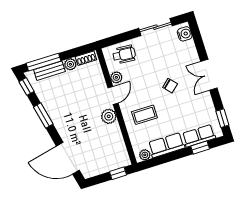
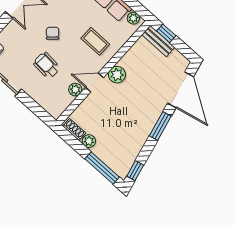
wheelchair: (124, 54) -> (47, 65), moved
bench: (49, 71) -> (158, 41), moved
window: (43, 115) -> (160, 126), moved

